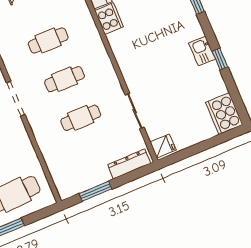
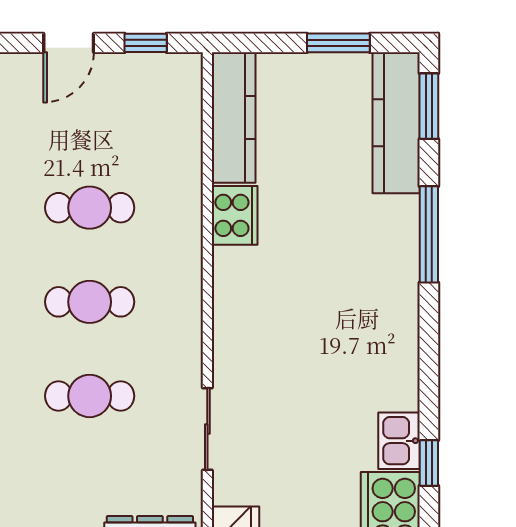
kitchen sink: (202, 51) -> (399, 441), moved
window: (220, 59) -> (429, 463), moved

